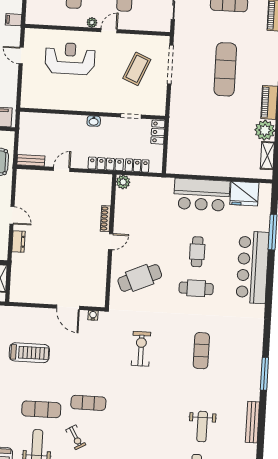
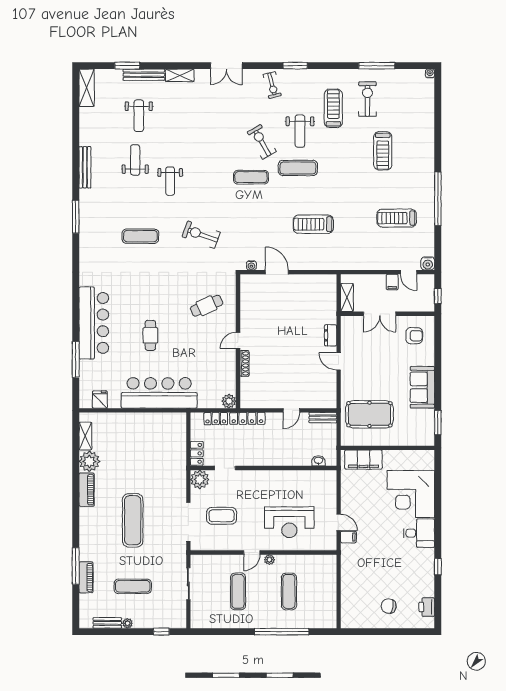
filing cabinet: (14, 20) -> (348, 537), moved
coffee table: (137, 69) -> (222, 516), turned 67
plant: (156, 106) -> (200, 479), added
washbasin: (94, 121) -> (319, 461), moved
fridge: (244, 194) -> (100, 399), width x0.53, depth x0.75
bar counter: (202, 195) -> (159, 393), width x1.36
cafe table: (140, 278) -> (207, 306), width x0.73, depth x0.74
cafe table: (196, 288) -> (149, 299), removed
exercise bike: (141, 349) -> (201, 235), turned 110
exercise mat: (201, 351) -> (140, 236), turned 90
weight bench: (169, 404) -> (170, 181), added
exercise bike: (76, 437) -> (262, 142), width x1.38, depth x1.39

